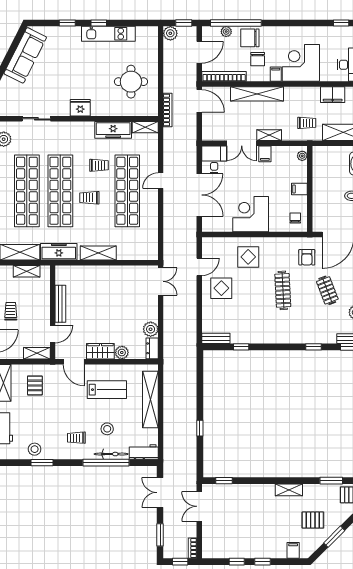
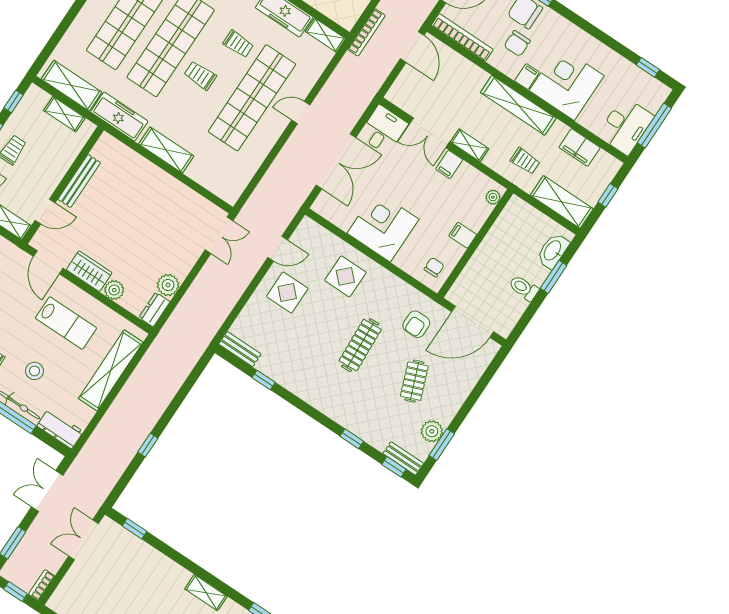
shelving: (257, 94) -> (518, 105), moved

